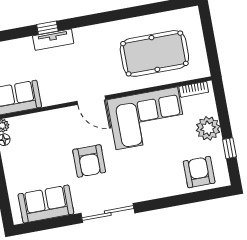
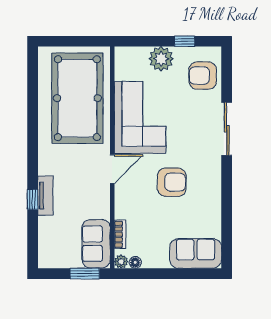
pool table: (154, 53) -> (77, 98), width x1.36, depth x1.32
bookcase: (194, 89) -> (120, 234), moved
sofa: (46, 204) -> (196, 253), moved, turned 90
sliding door: (108, 213) -> (227, 129), moved

